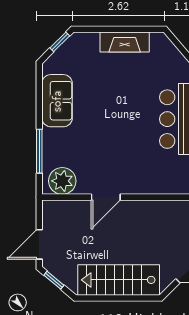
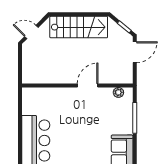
plant: (62, 181) -> (118, 92), width x0.53, depth x0.53

